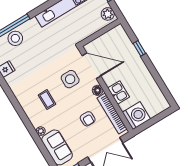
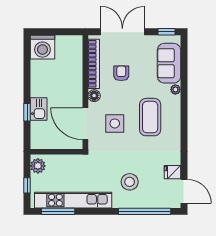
stool: (15, 38) -> (130, 182), moved
kitchen sink: (119, 92) -> (39, 109), moved, turned 180
coffee table: (47, 100) -> (150, 117), width x1.86, depth x1.72
washing machine: (136, 116) -> (42, 47), moved, turned -90

